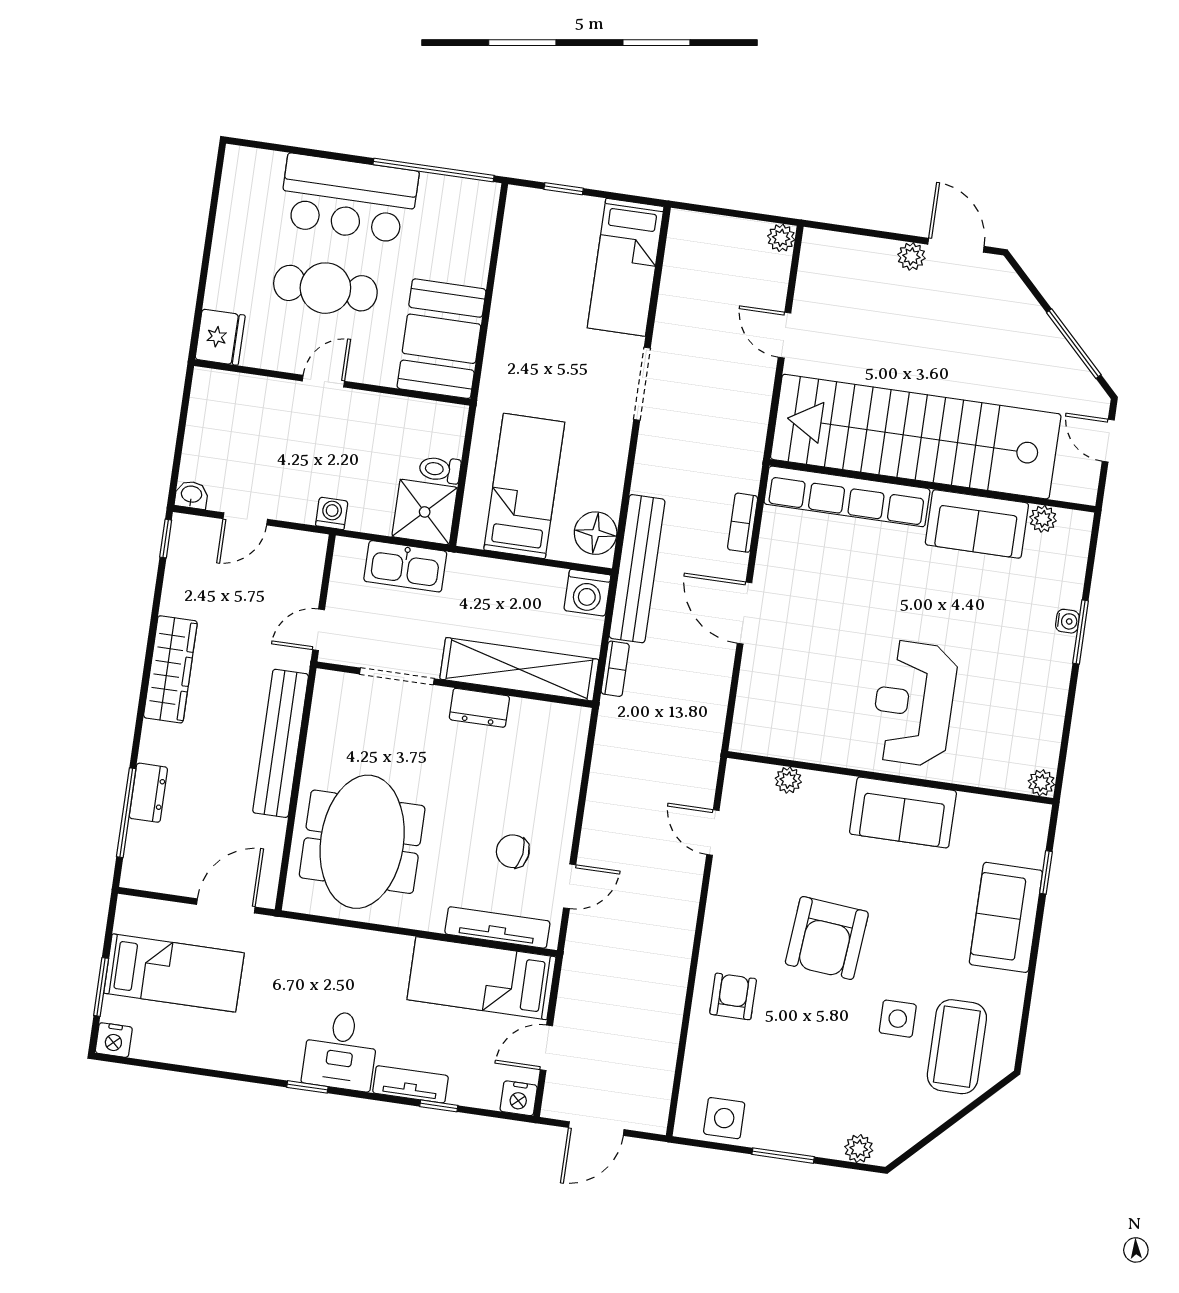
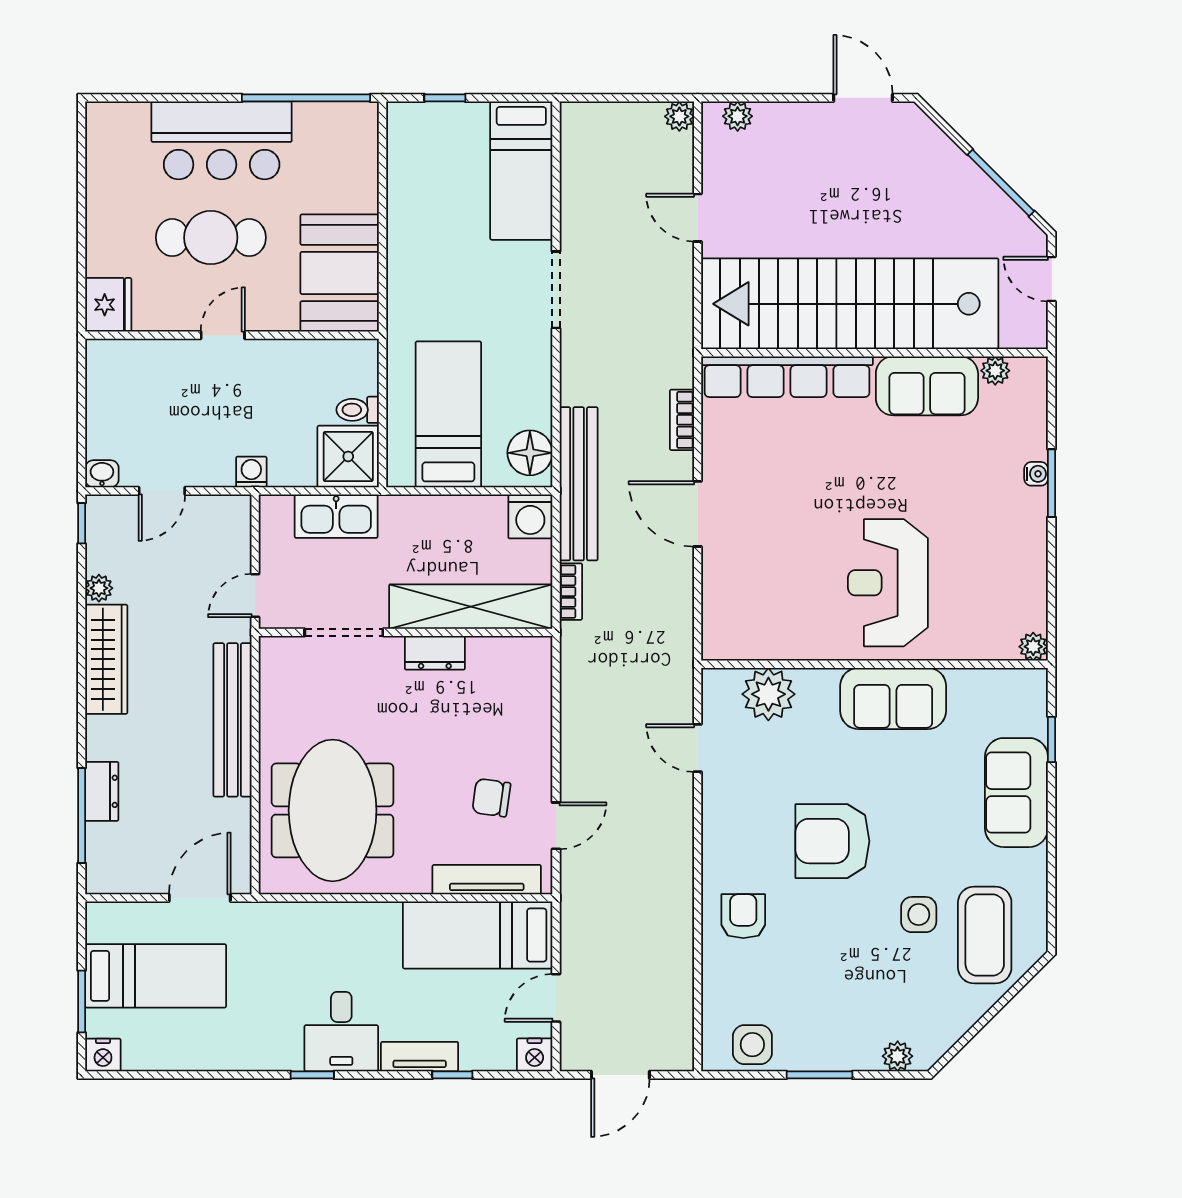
plant: (911, 256) -> (738, 116), moved
plant: (173, 602) -> (99, 588), added
plant: (788, 780) -> (768, 694), width x1.88, depth x1.88
armchair: (827, 938) -> (832, 841), turned 85

